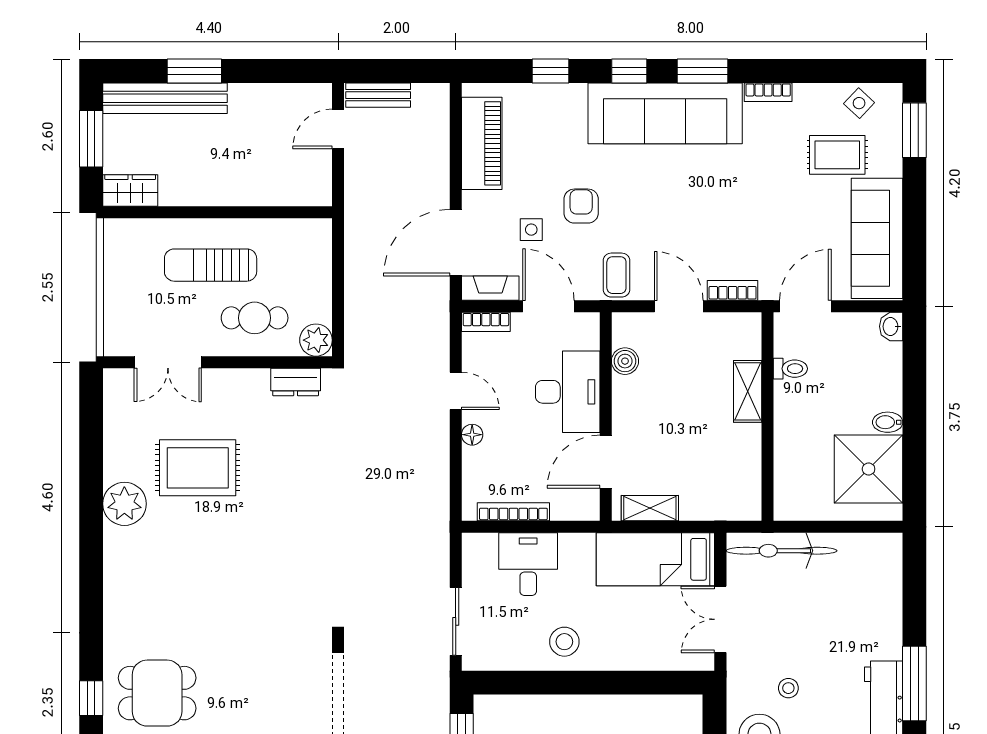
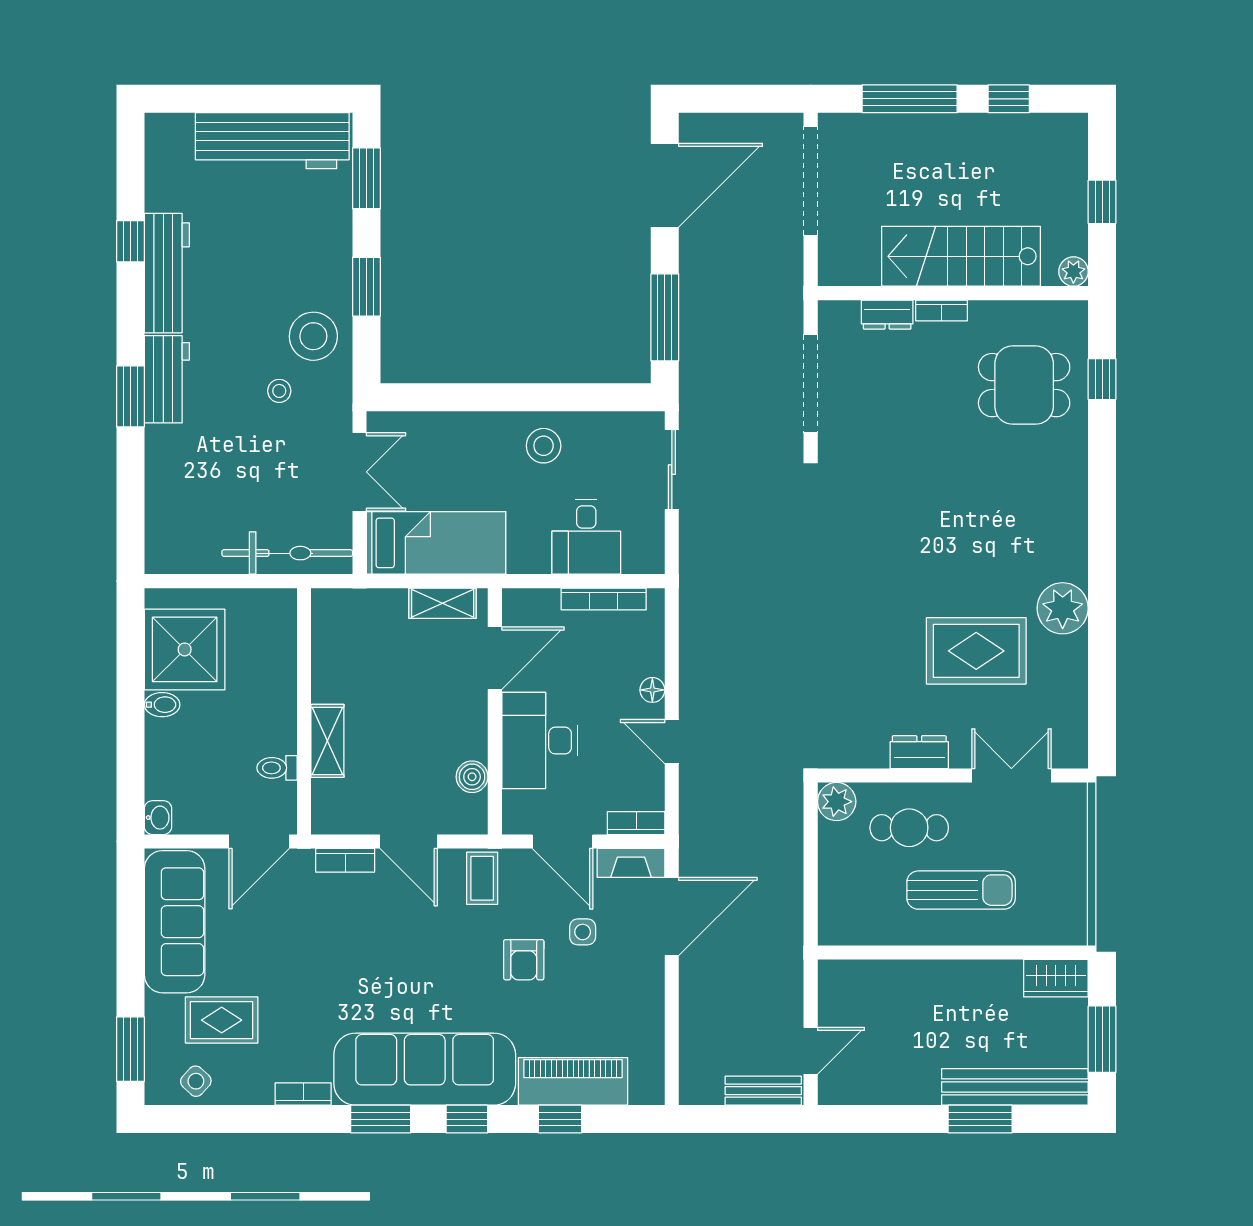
piano: (482, 143) -> (573, 1081), moved, turned 90
dresser: (296, 382) -> (919, 752), moved
window: (914, 683) -> (130, 396), width x0.69

